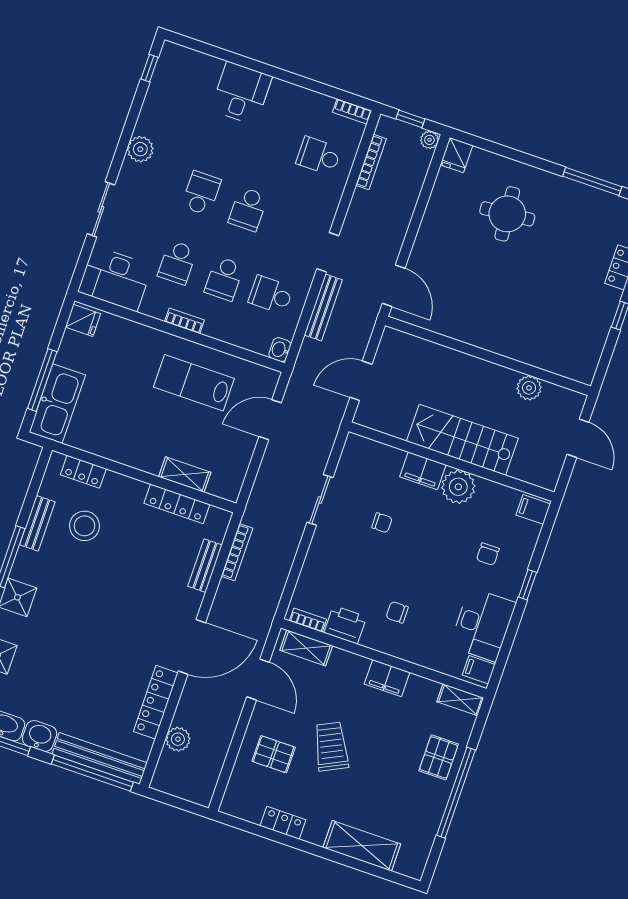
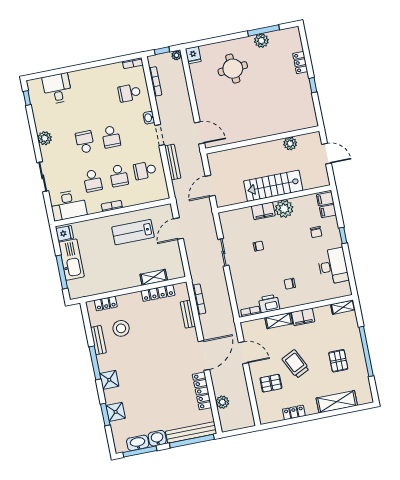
desk: (241, 93) -> (57, 89), moved
plant: (579, 196) -> (261, 41), added
washbasin: (280, 350) -> (149, 118), moved
kitchen sink: (57, 404) -> (71, 260), moved
shelving: (306, 648) -> (279, 321), moved
filing cabinet: (479, 670) -> (328, 211), moved
pallet: (439, 757) -> (338, 361), moved

